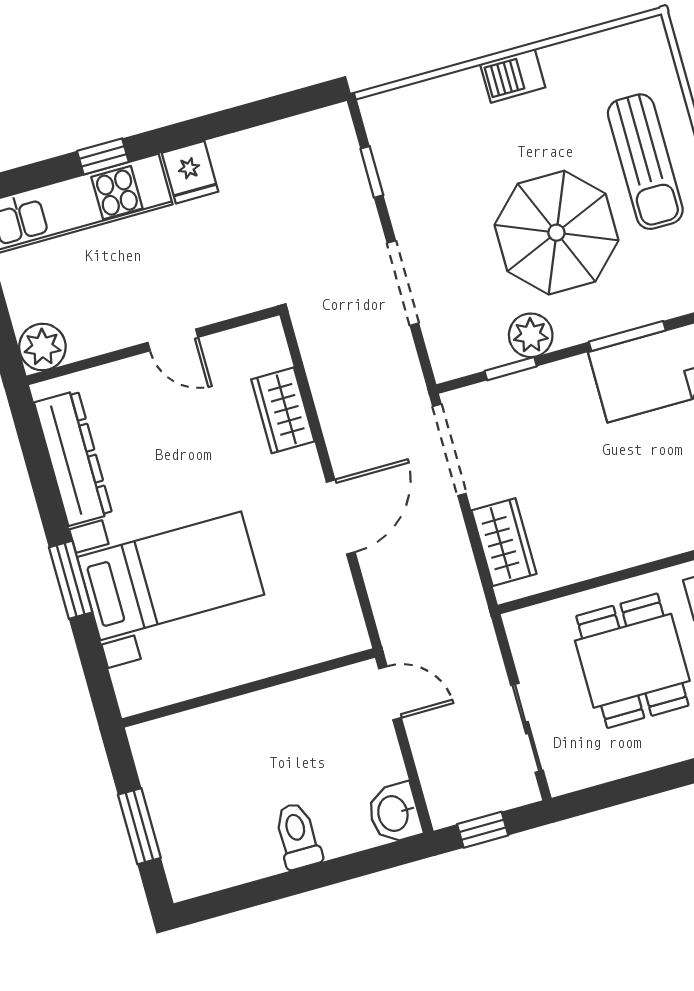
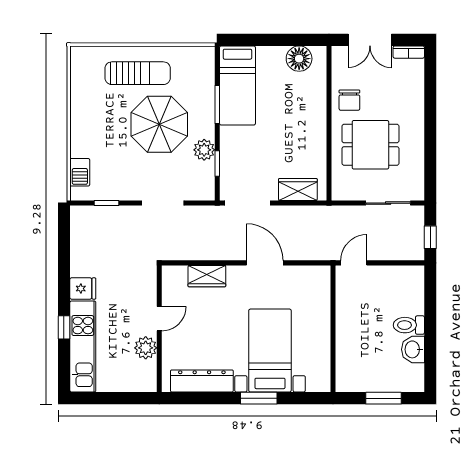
barbecue: (513, 76) -> (80, 172), moved
plant: (42, 347) -> (146, 348), moved
washbasin: (394, 813) -> (413, 349), moved, turned 90

